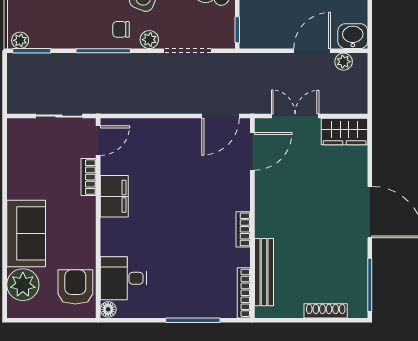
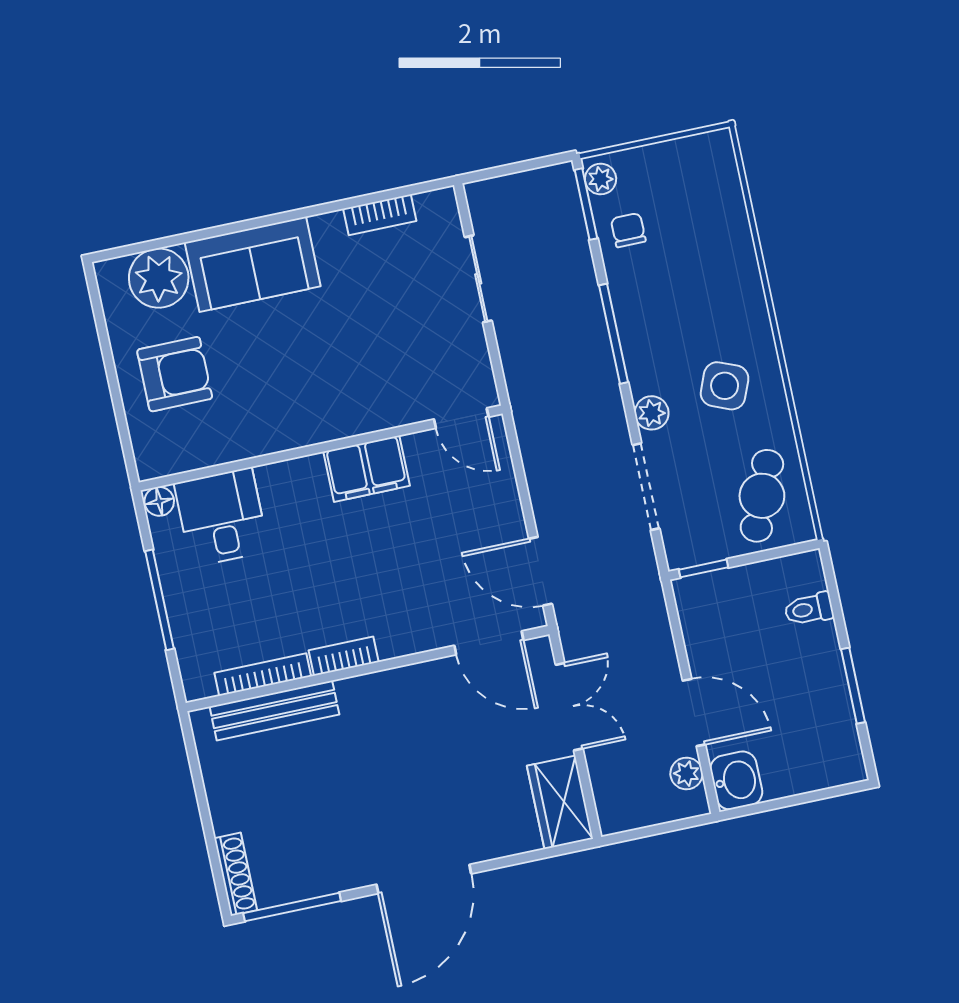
chair: (121, 29) -> (628, 230), moved
door: (98, 141) -> (461, 418), moved
bookcase: (88, 177) -> (380, 215), moved, turned 180
filing cabinet: (114, 196) -> (367, 469), moved
wall: (98, 218) -> (321, 448), moved
desk: (123, 278) -> (222, 517), moved
bookcase: (244, 293) -> (263, 675), moved
floor lamp: (108, 309) -> (159, 501), moved
shoe rack: (326, 311) -> (236, 874), moved

